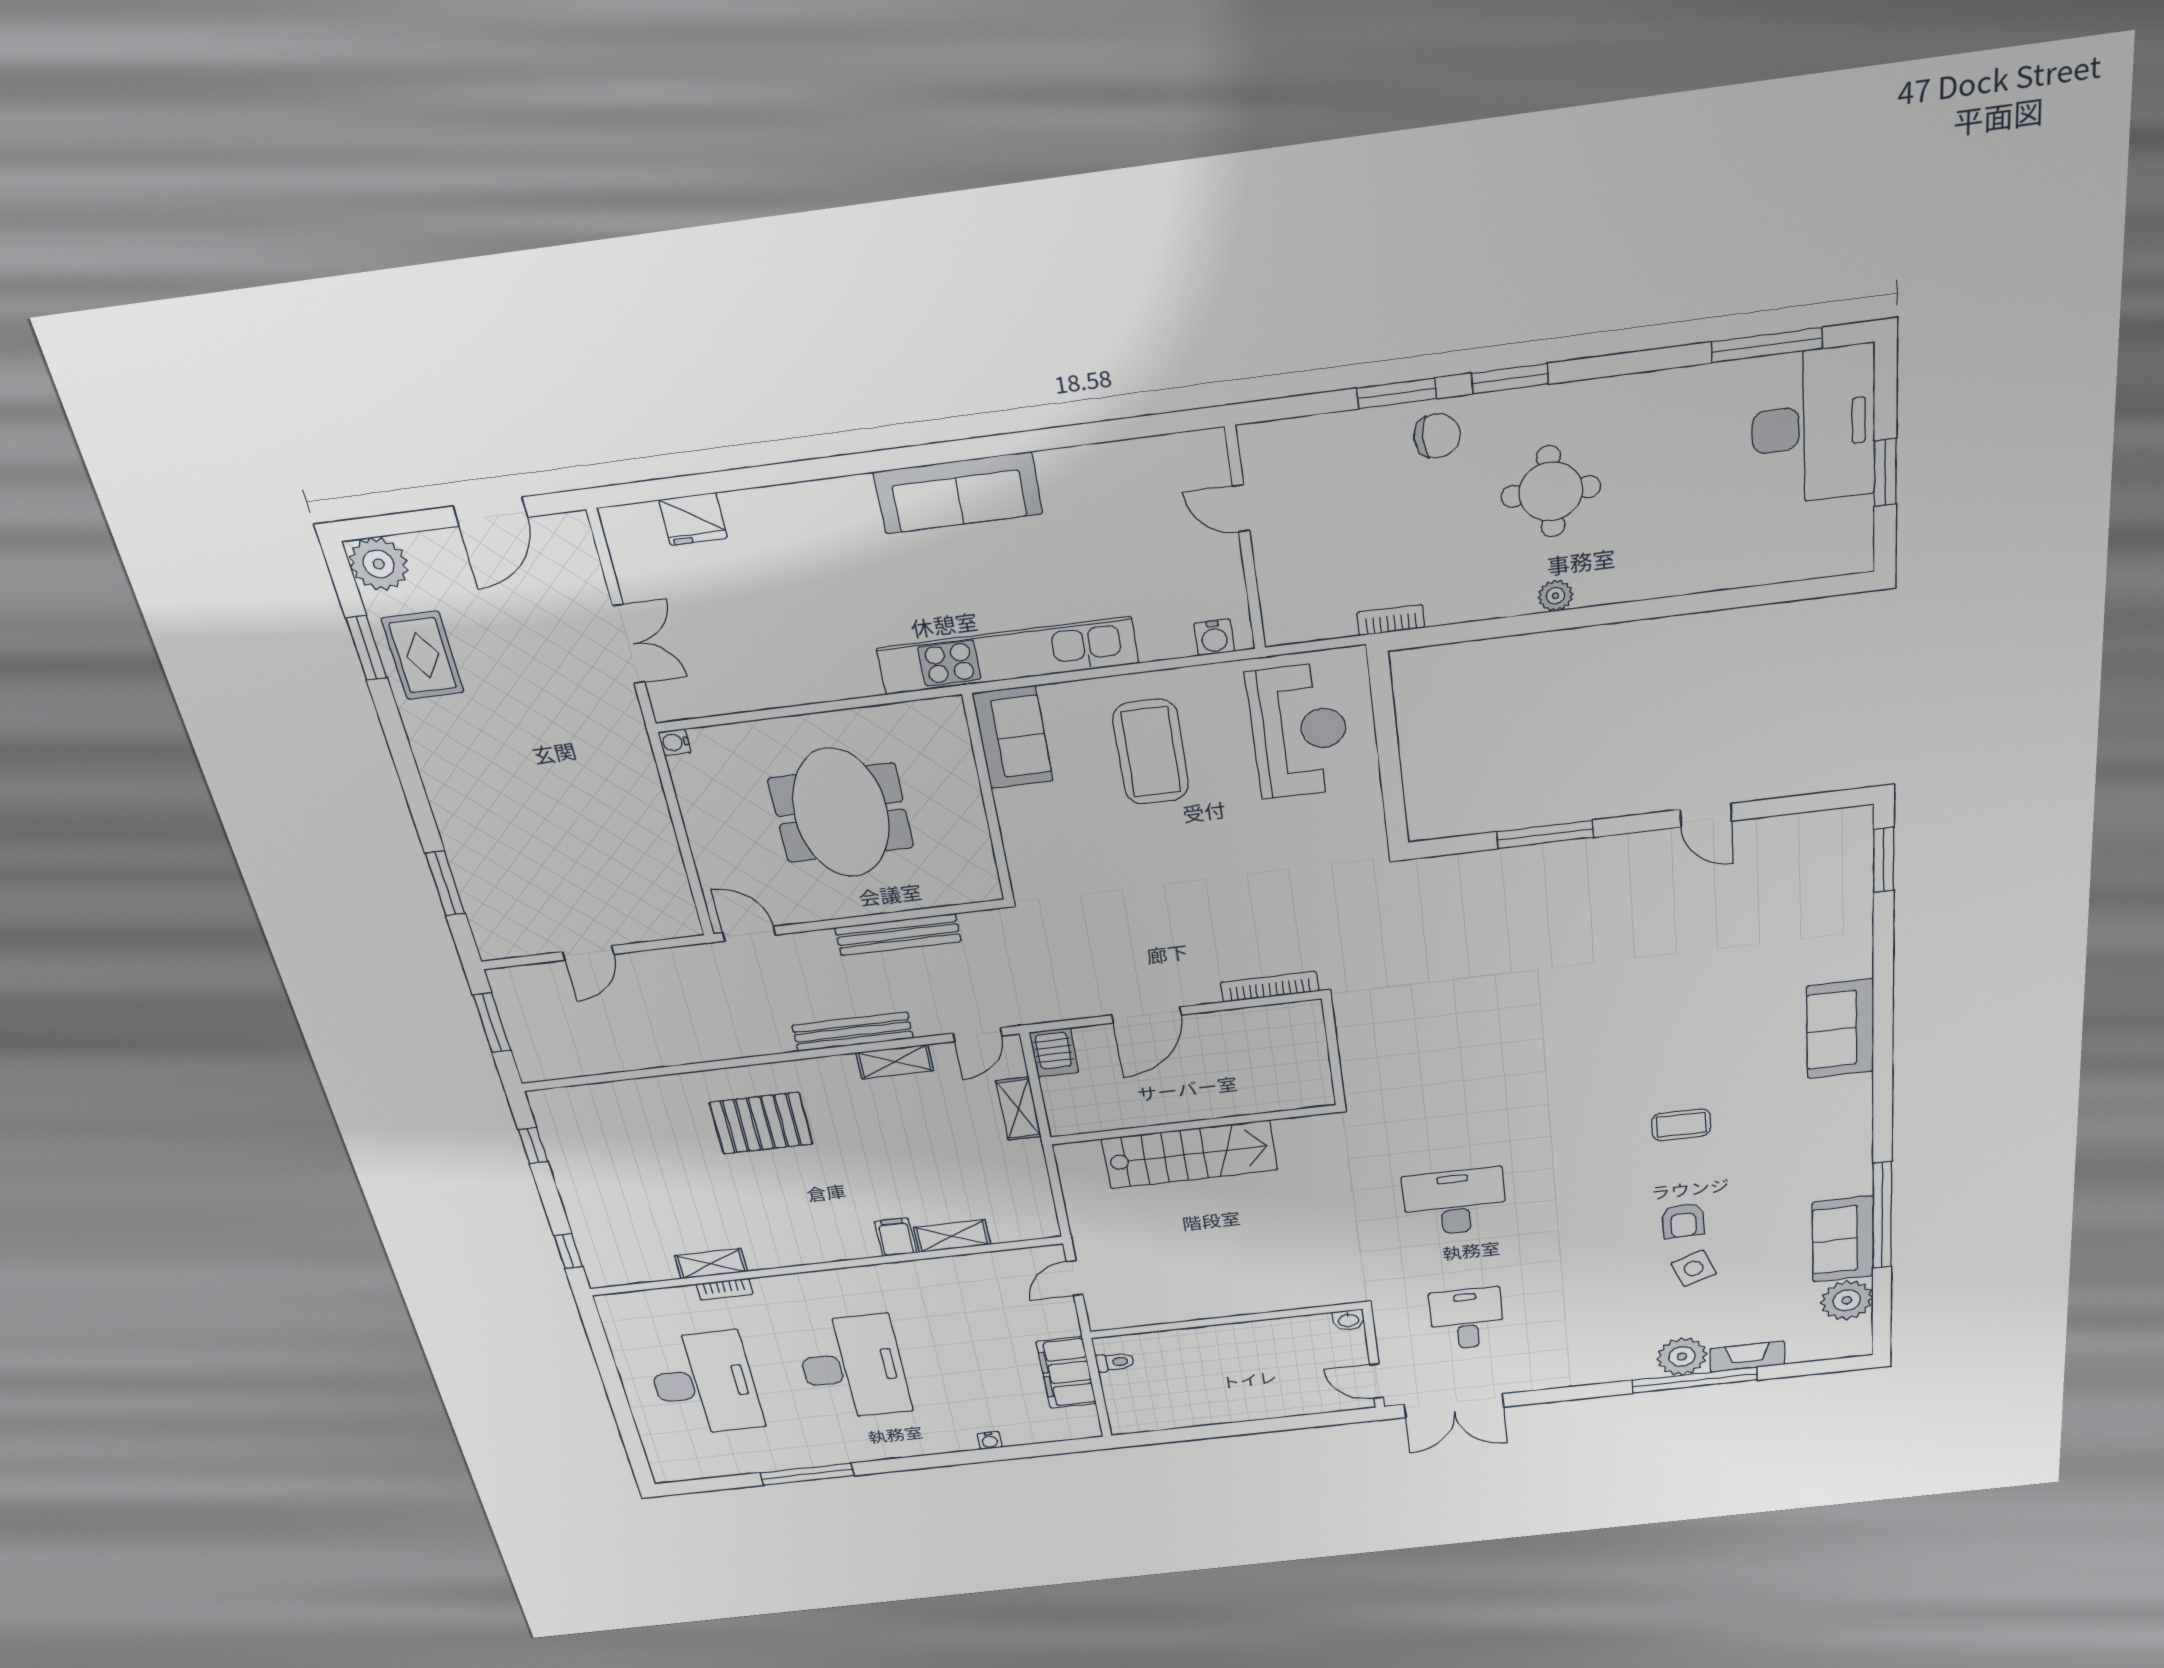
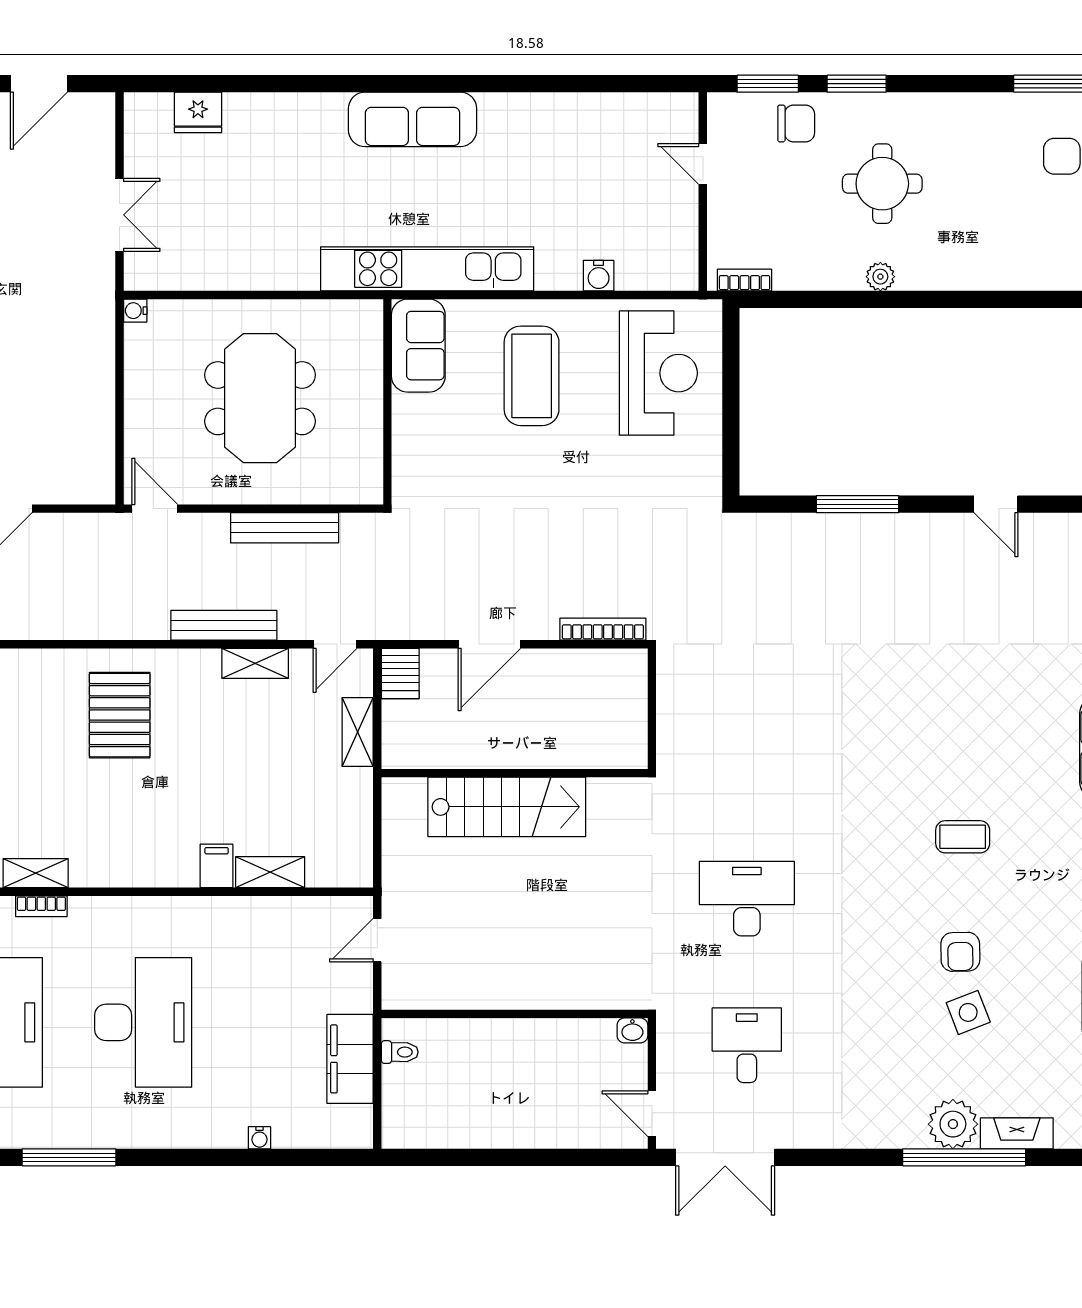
door: (1241, 508) -> (703, 164), moved
wall: (1245, 539) -> (703, 192), moved
pallet: (761, 1123) -> (120, 715), turned 90

